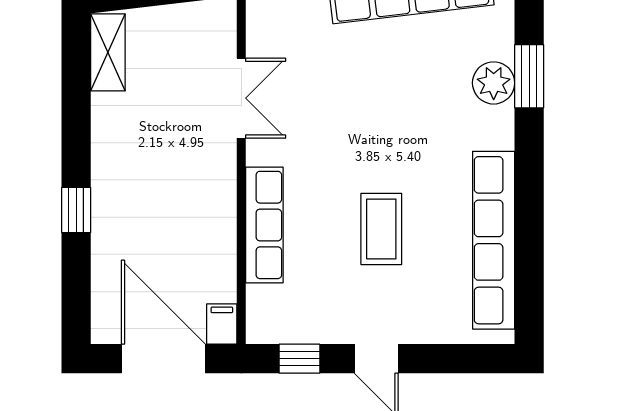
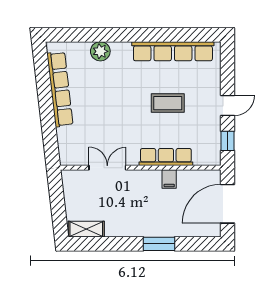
window: (529, 76) -> (97, 35), removed
window: (76, 210) -> (159, 244), width x1.50
filing cabinet: (222, 324) -> (169, 179), moved, turned -90

